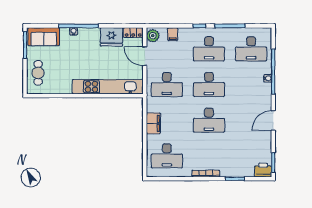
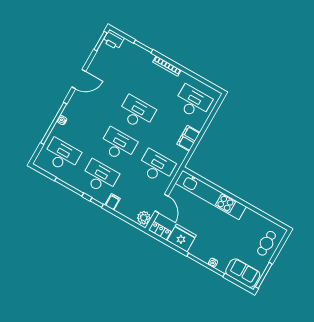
filing cabinet: (173, 34) -> (113, 202), moved

